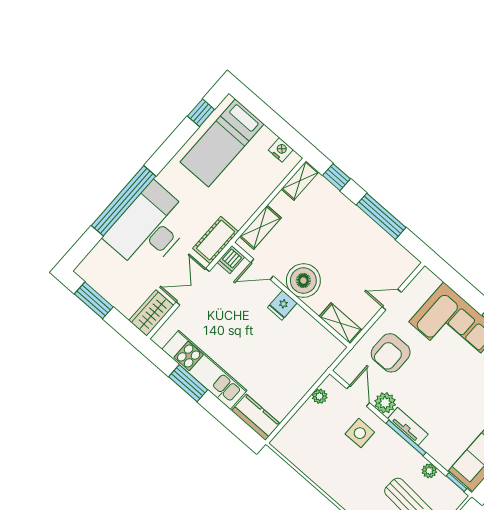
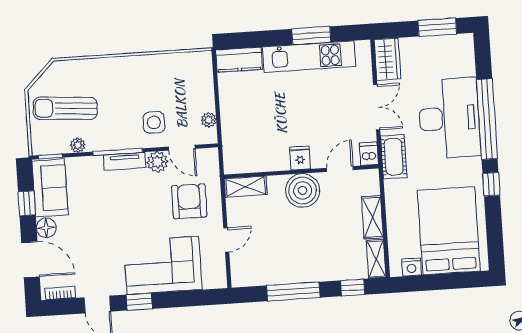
window: (201, 113) -> (491, 184), moved
bed: (222, 143) -> (449, 231), width x1.50
shelving: (260, 227) -> (372, 217), moved

